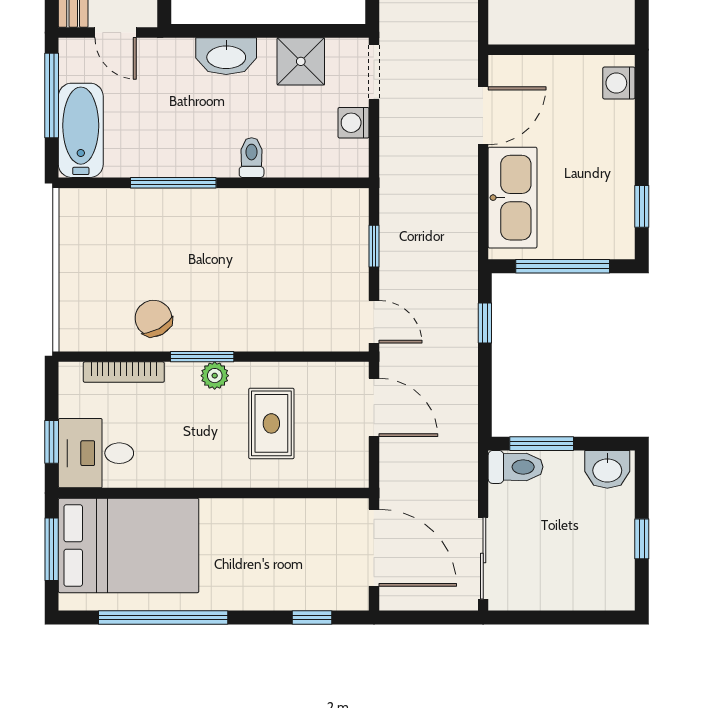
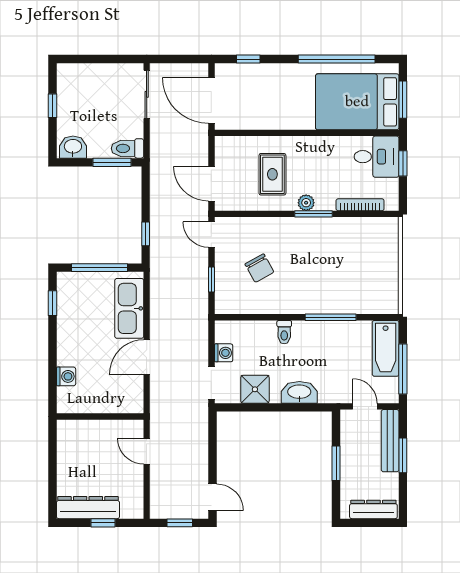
wall: (562, 50) -> (100, 416), moved
chair: (154, 318) -> (259, 268), moved

